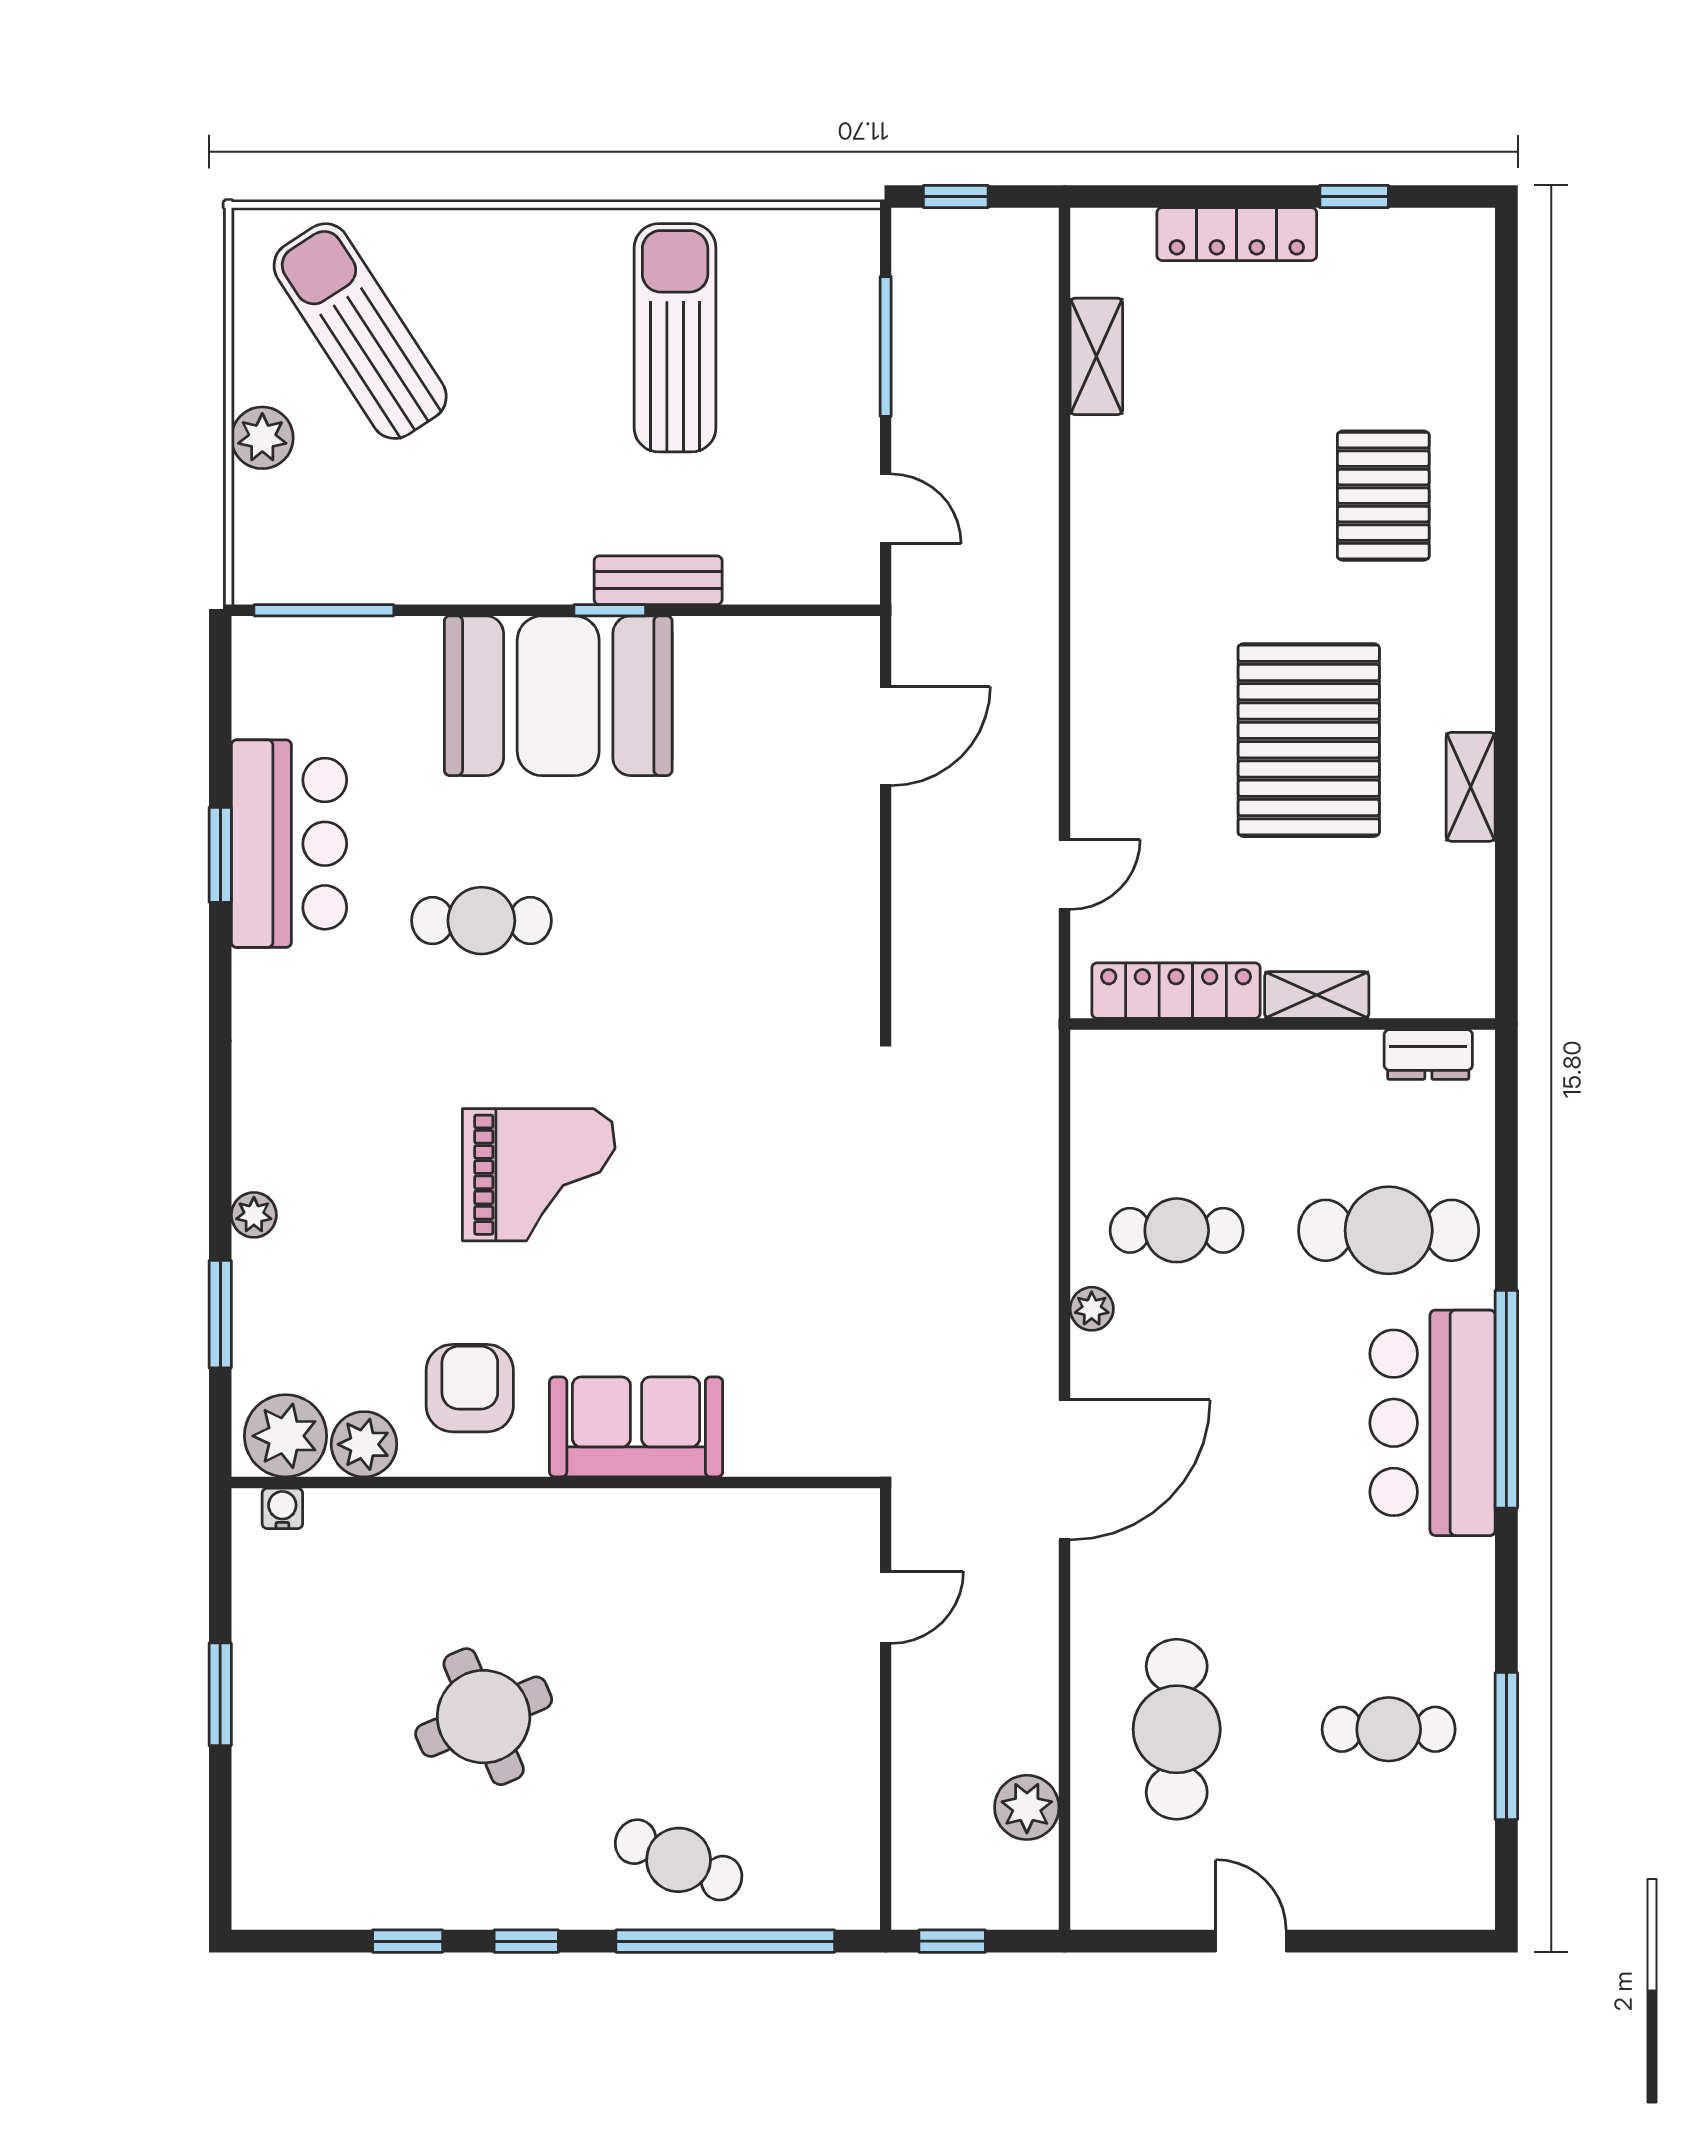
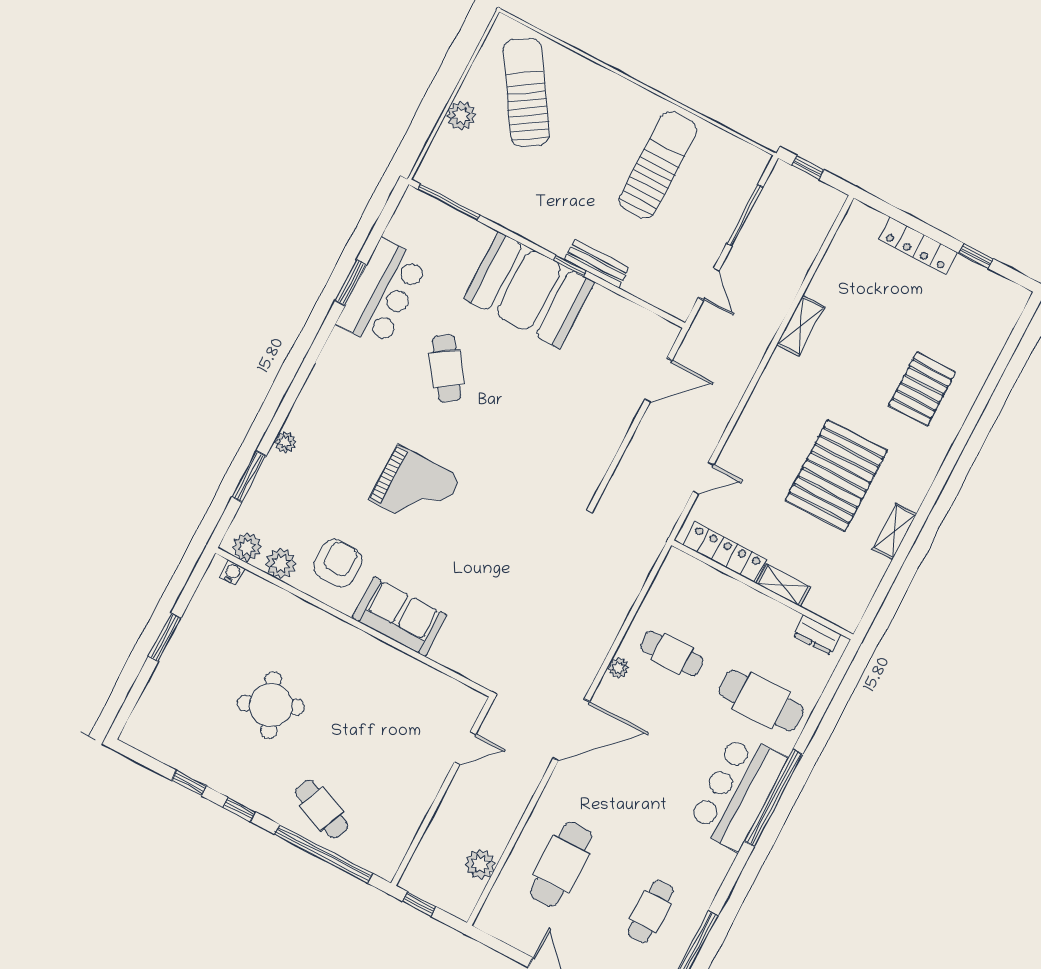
shelving: (1096, 356) -> (801, 326), moved
cafe table: (481, 921) -> (447, 368), turned 56
plant: (286, 1436) -> (247, 547), width x0.73, depth x0.73
cafe table: (1389, 1729) -> (651, 911), turned 90

